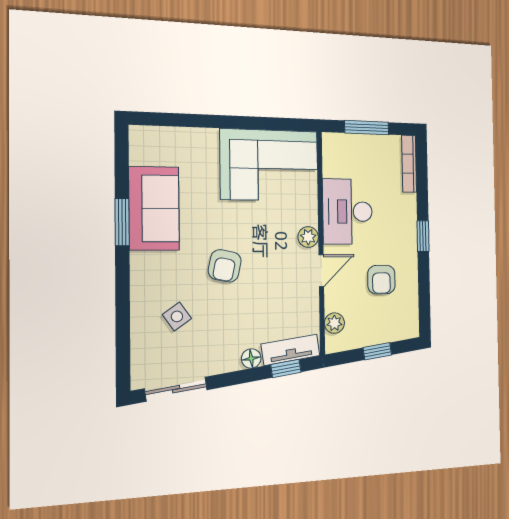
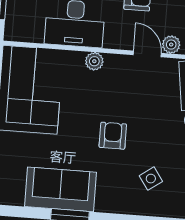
armchair: (225, 266) -> (113, 136), turned -102
door: (321, 271) -> (147, 54), moved

